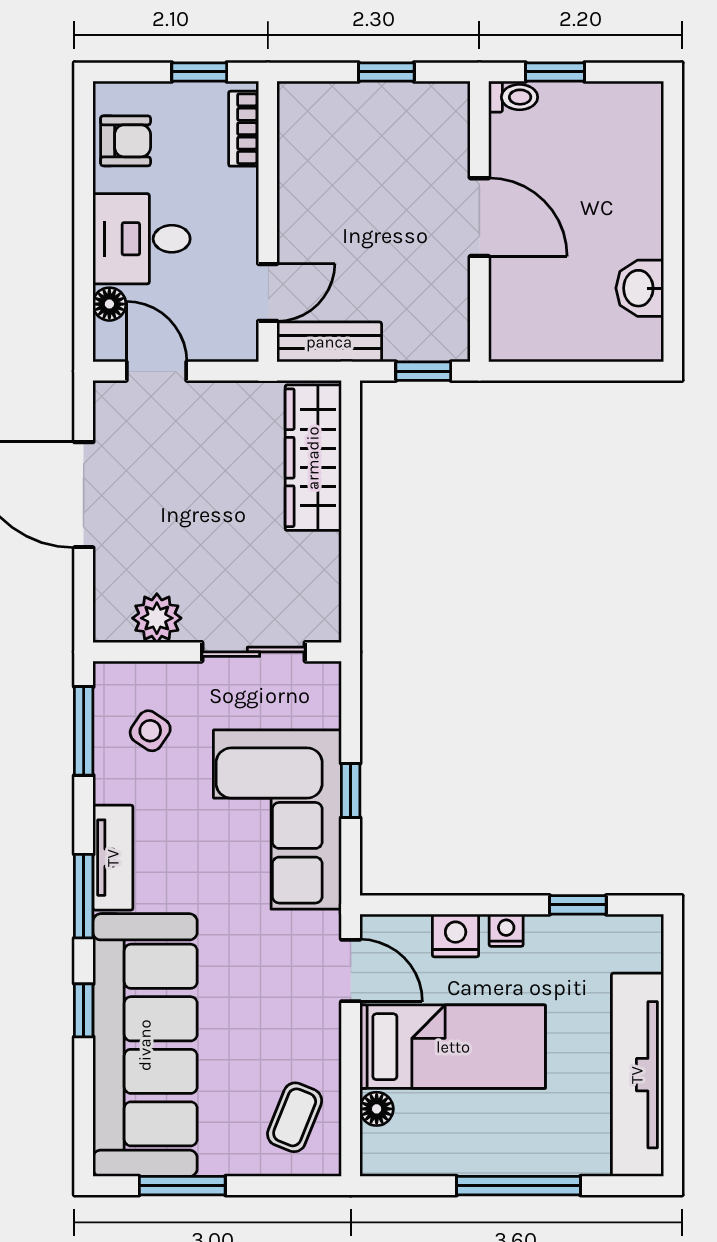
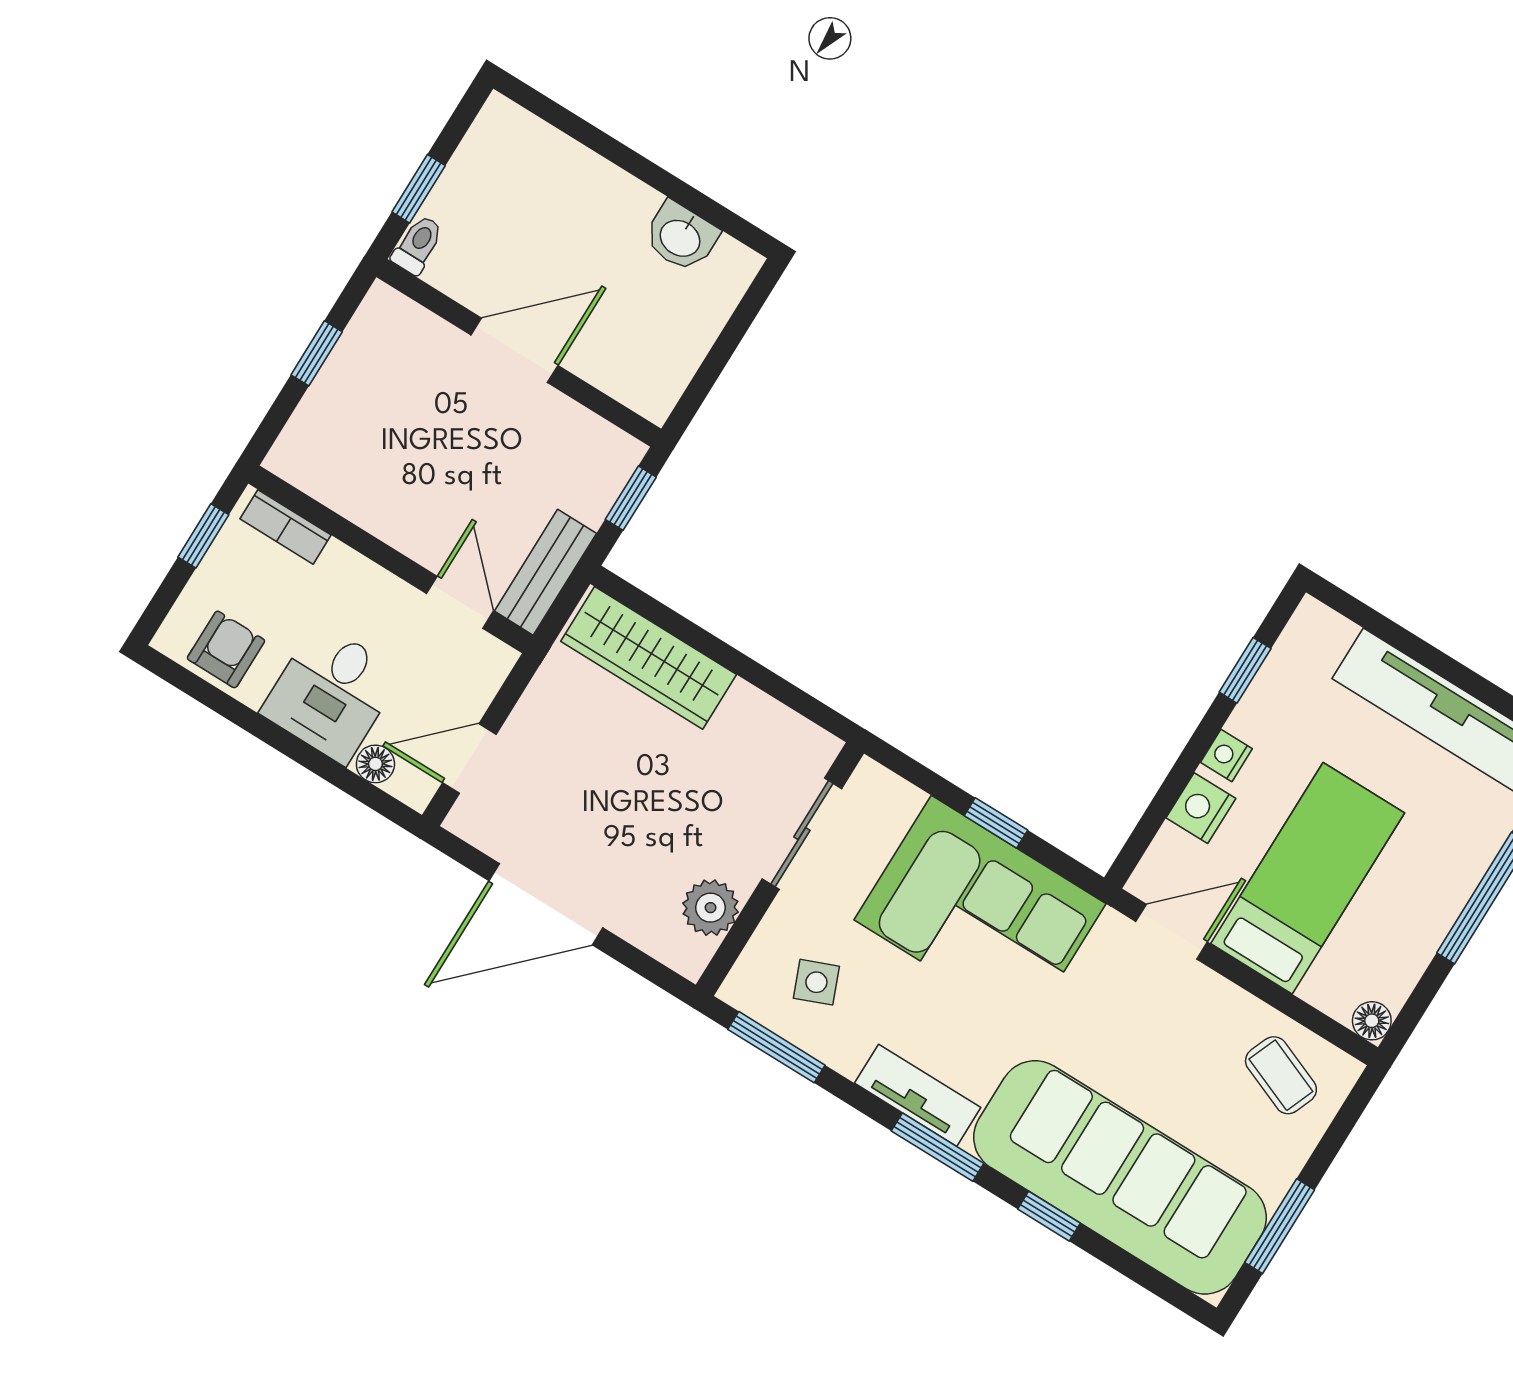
side table: (150, 731) -> (816, 982), turned 34
floor lamp: (377, 1109) -> (1372, 1021), moved

